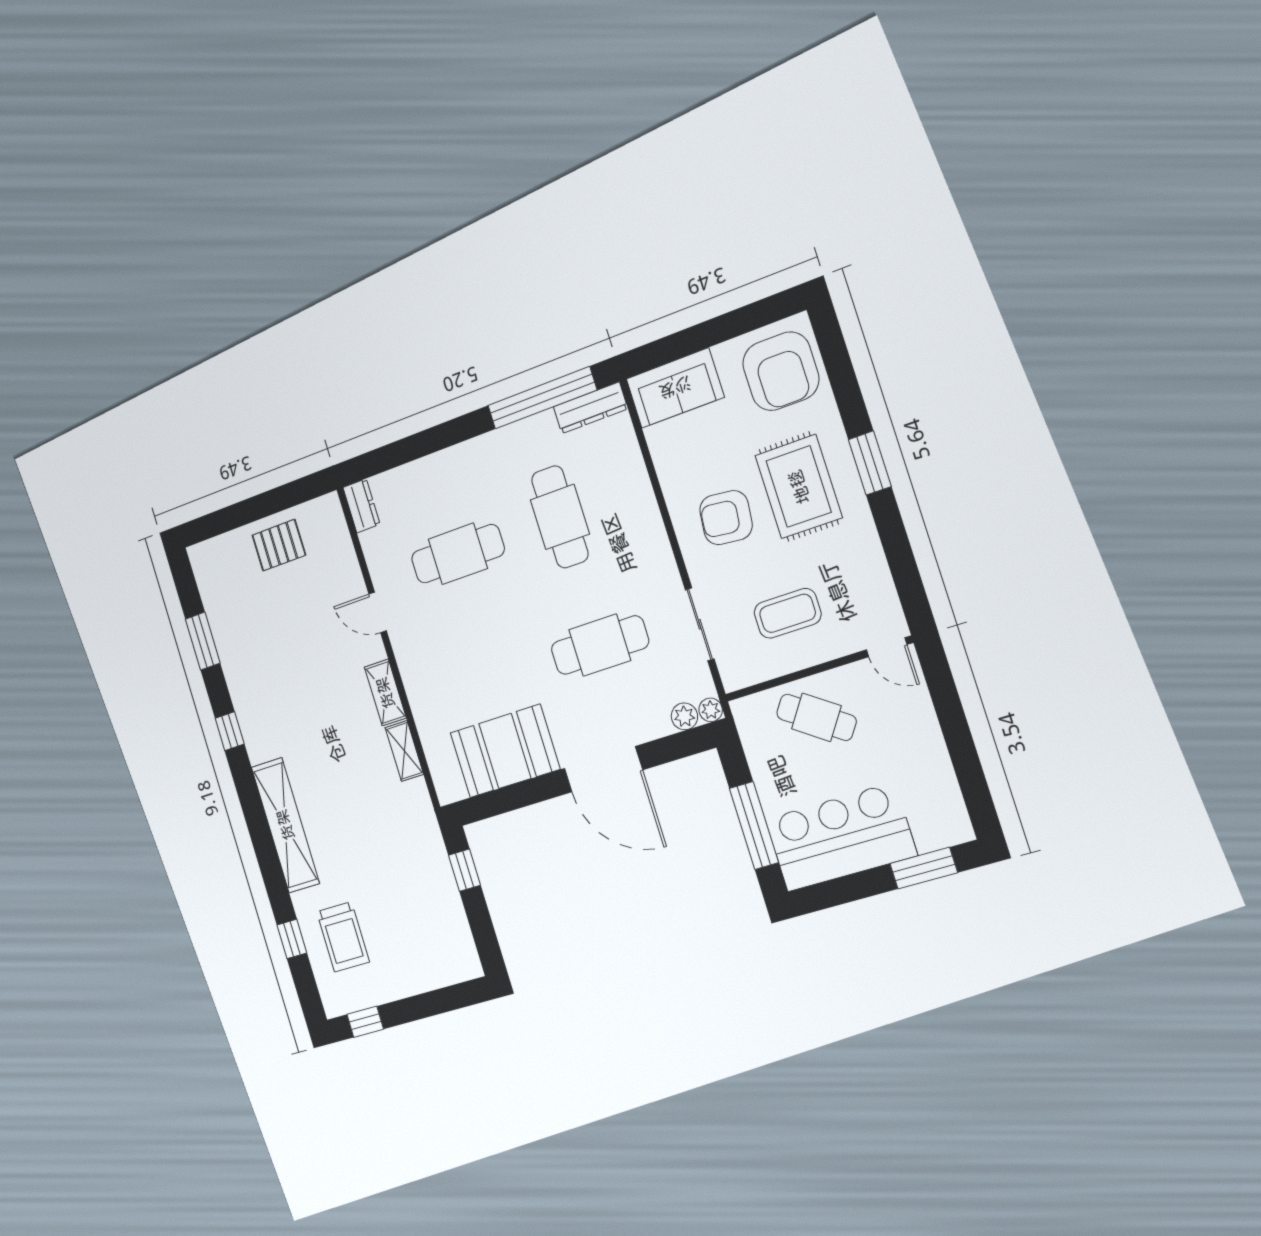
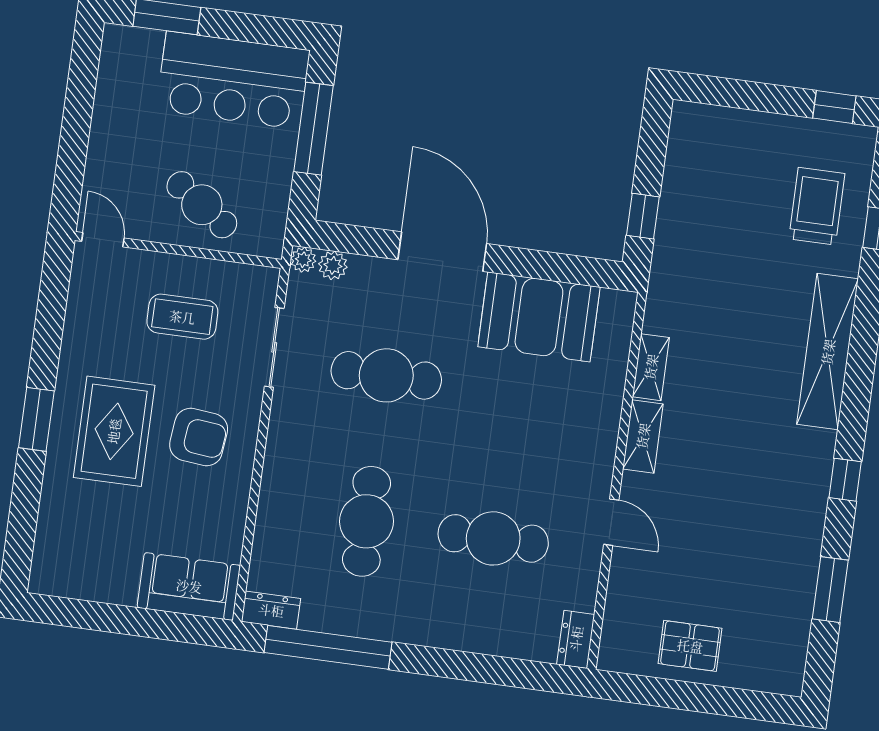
armchair: (781, 371) -> (79, 548), removed
dresser: (590, 408) -> (271, 610), width x0.70

